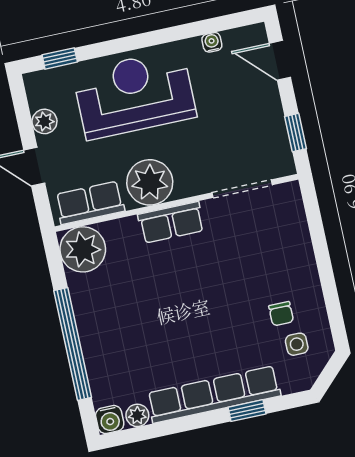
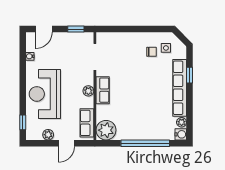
plant: (150, 182) -> (88, 91), width x0.53, depth x0.53

